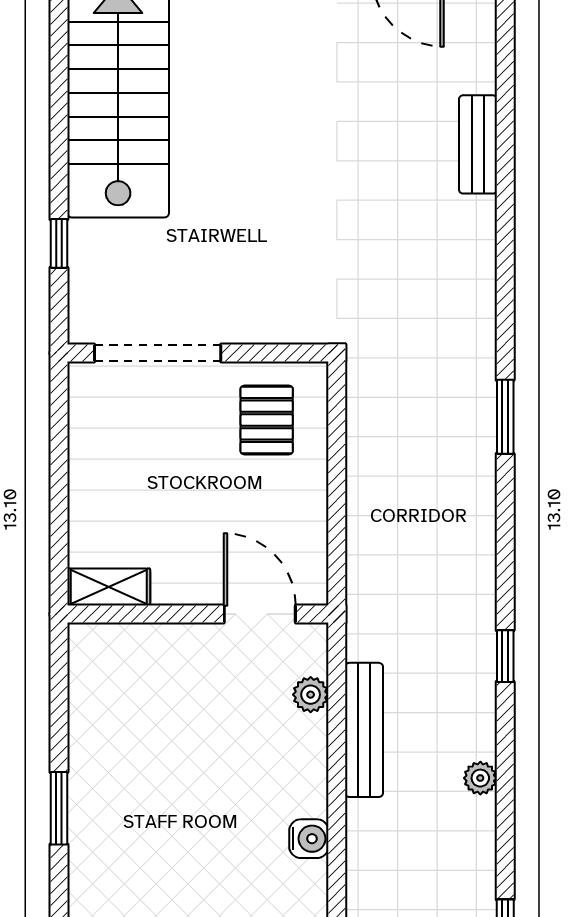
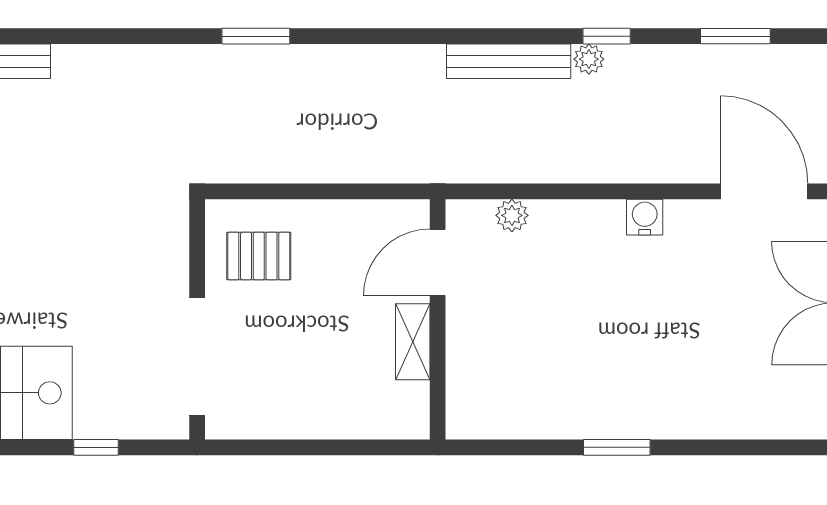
shelving: (109, 587) -> (413, 342), moved
window: (505, 656) -> (607, 36), moved
bench: (364, 730) -> (509, 61), moved

